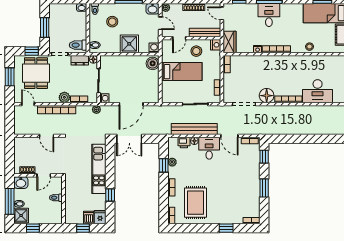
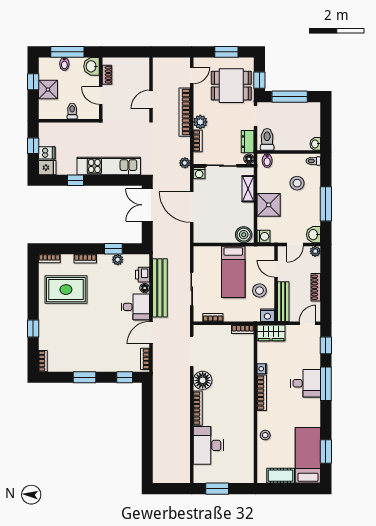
window: (45, 27) -> (290, 97), width x1.44
shelving: (117, 60) -> (248, 189), added
shower: (21, 216) -> (48, 90), moved

